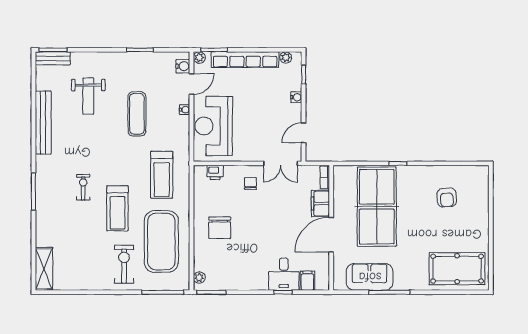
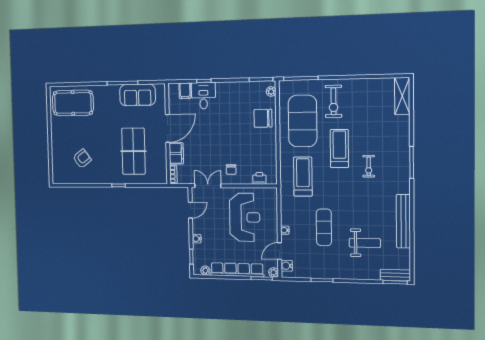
weight bench: (88, 96) -> (365, 243), turned 90
reception desk: (214, 126) -> (245, 217), moved
armchair: (447, 198) -> (82, 159), turned 58
table tennis table: (377, 207) -> (133, 151), width x0.73, depth x0.76
chair: (220, 228) -> (263, 118), moved, turned -90

